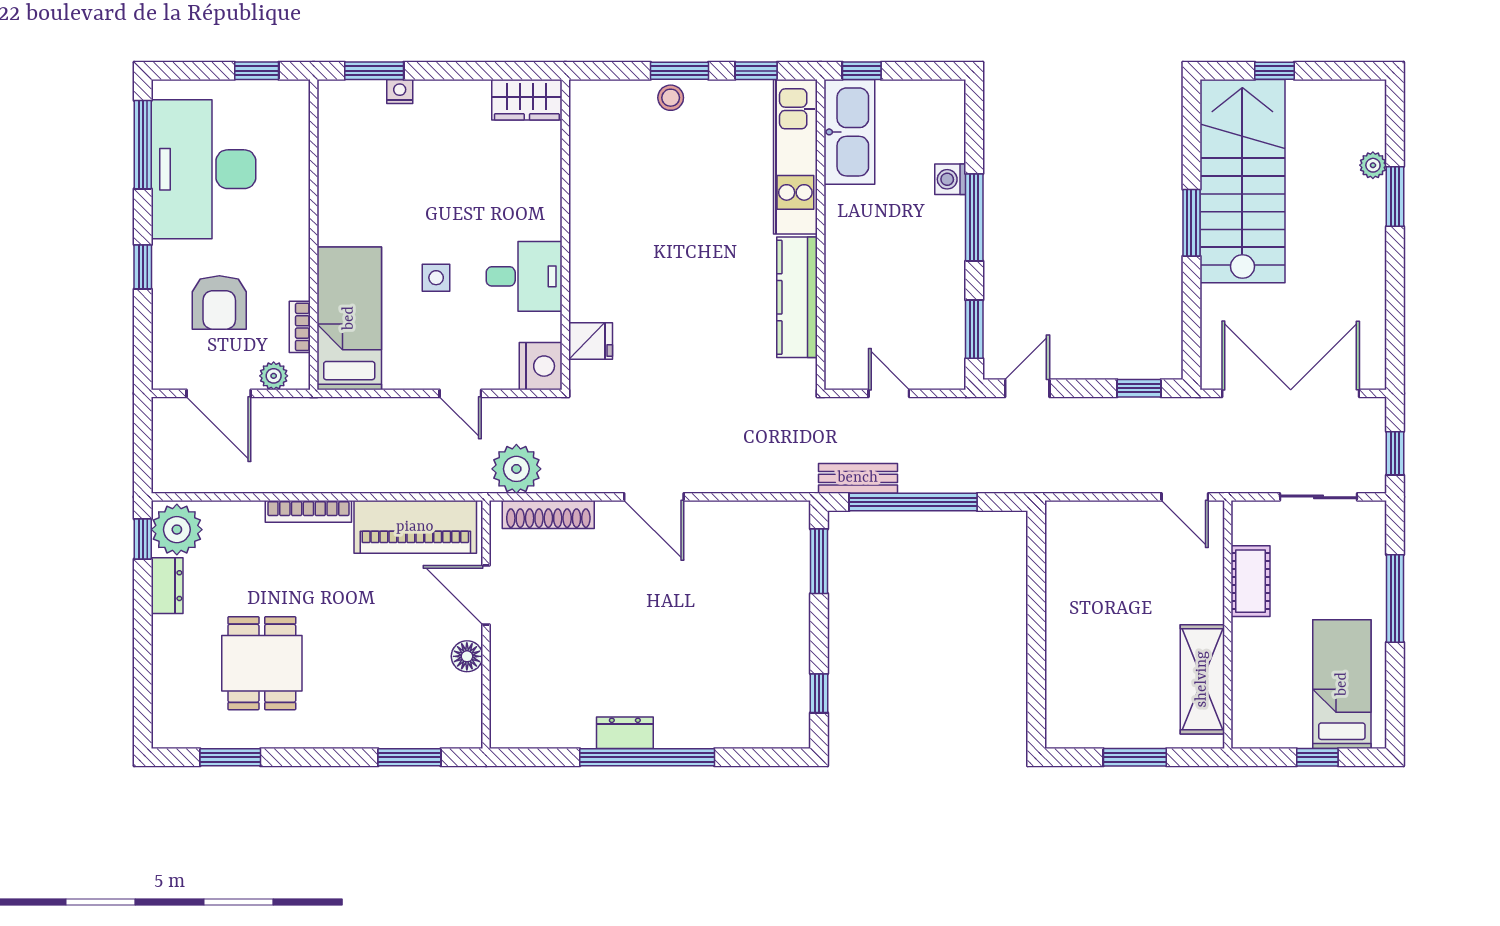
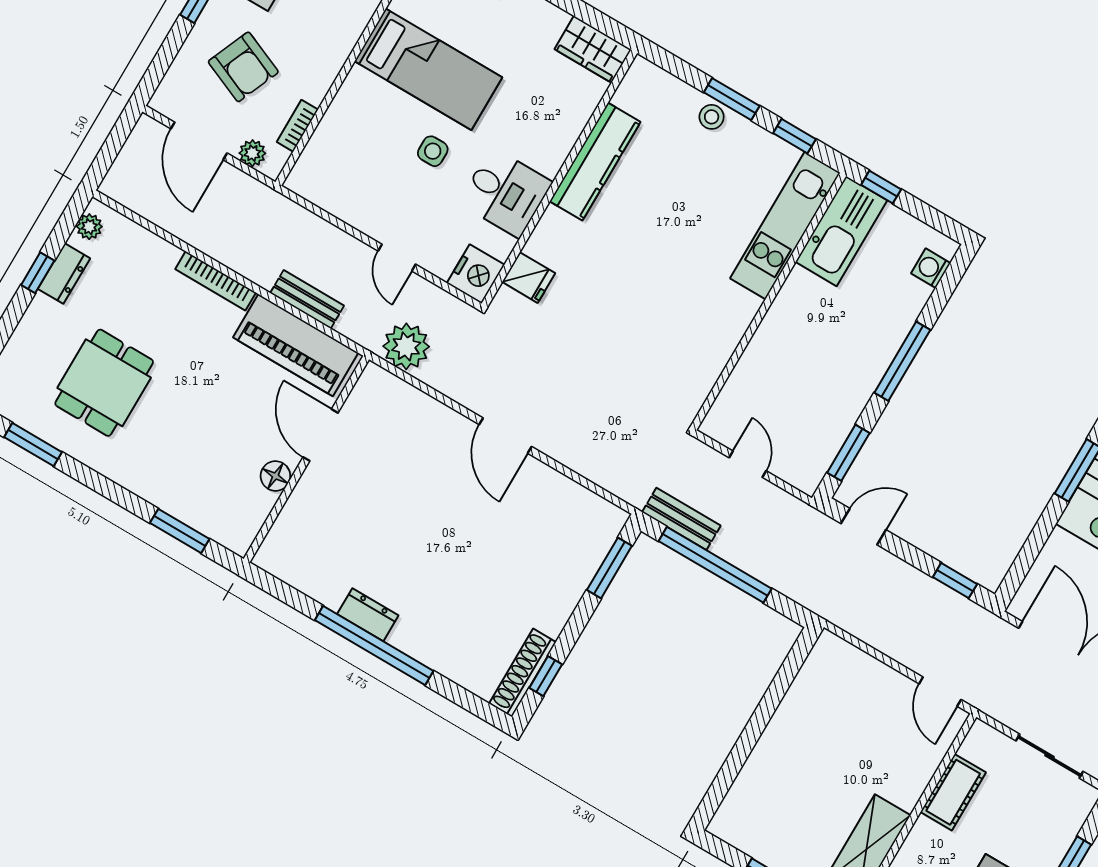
washing machine: (950, 179) -> (931, 268), moved
kitchen counter: (797, 297) -> (595, 162), moved, turned 180
armchair: (219, 302) -> (243, 67), turned -67
bed: (349, 318) -> (428, 69), moved, turned 90
bench: (401, 479) -> (307, 299), added
shoe rack: (548, 514) -> (523, 673), moved, turned 90
plant: (177, 530) -> (89, 227), width x0.53, depth x0.53
window: (143, 539) -> (38, 273), moved

